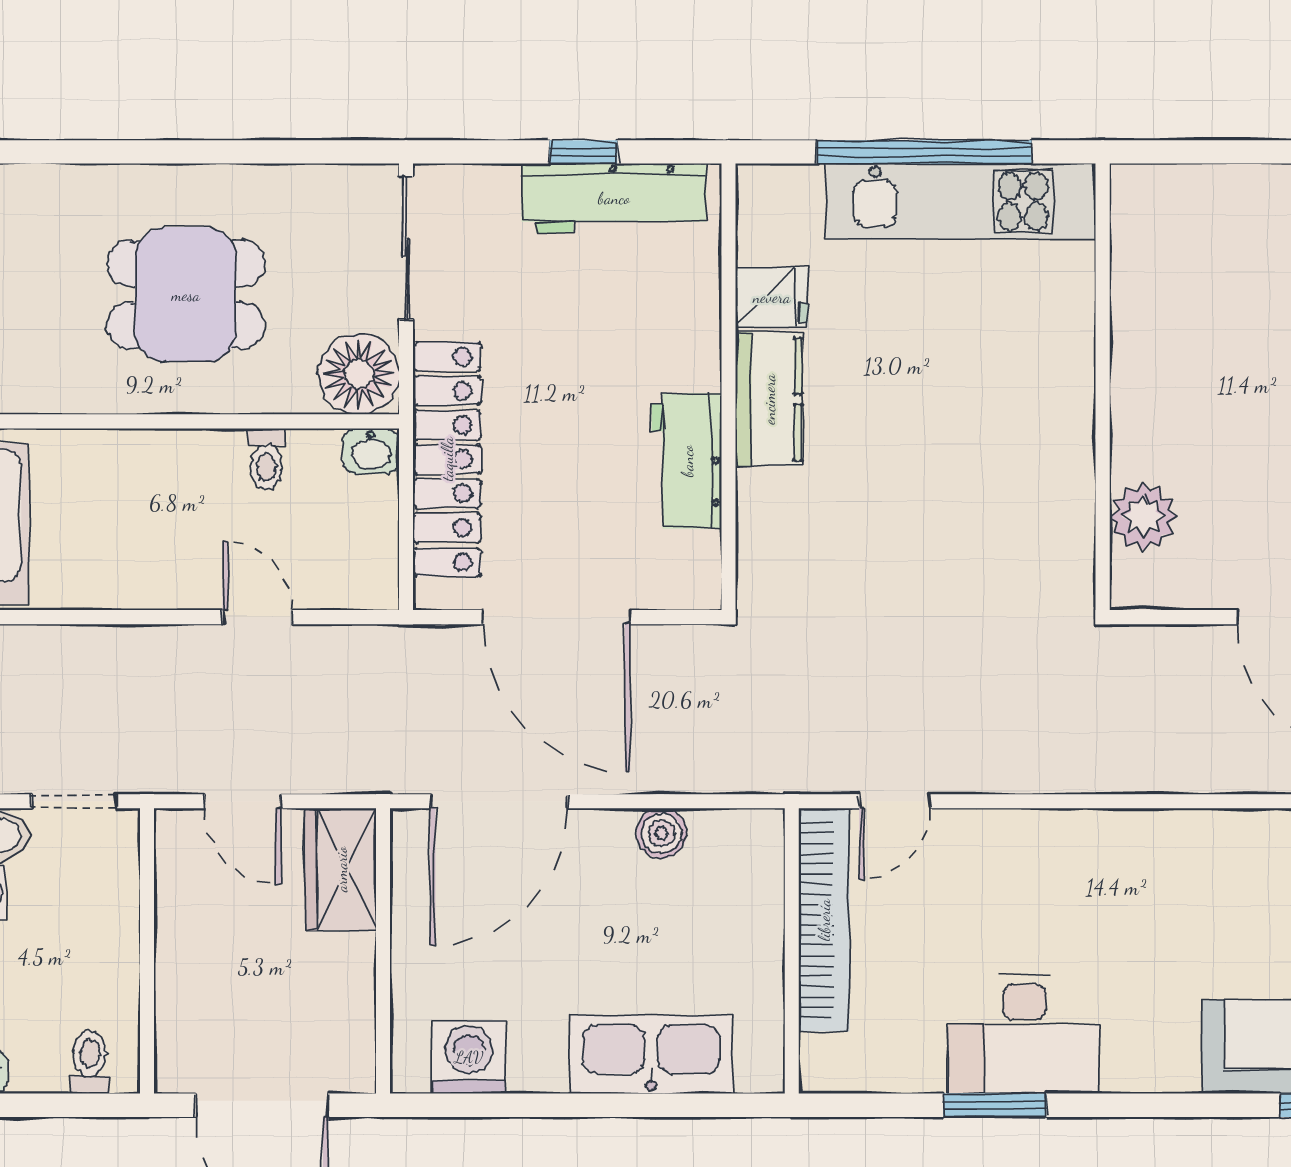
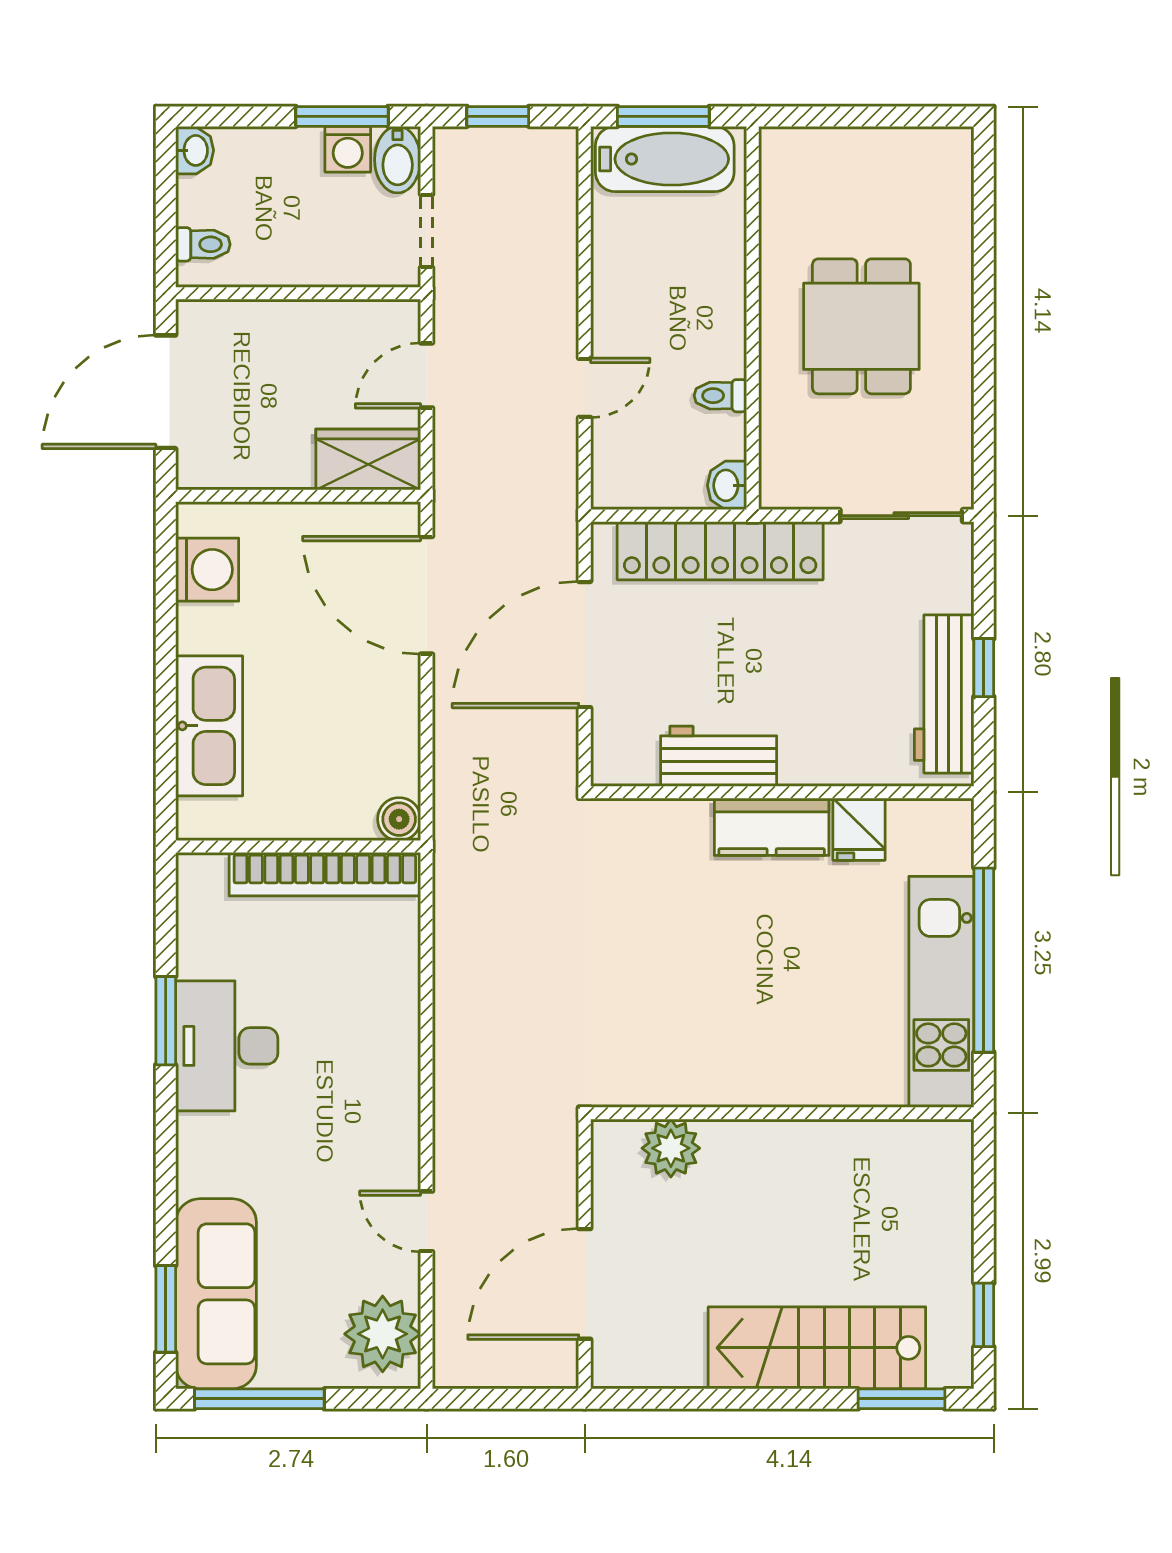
floor lamp: (359, 374) -> (793, 475), removed
door: (895, 801) -> (427, 1221), moved
boiler: (662, 833) -> (399, 819), moved

